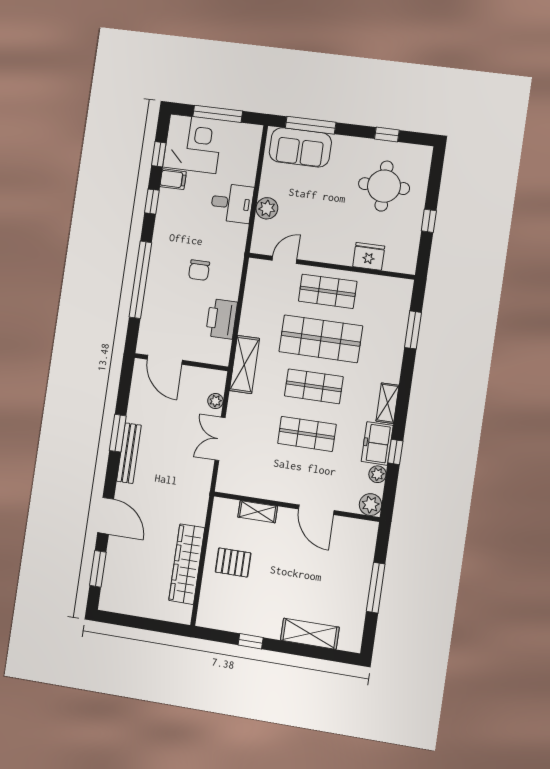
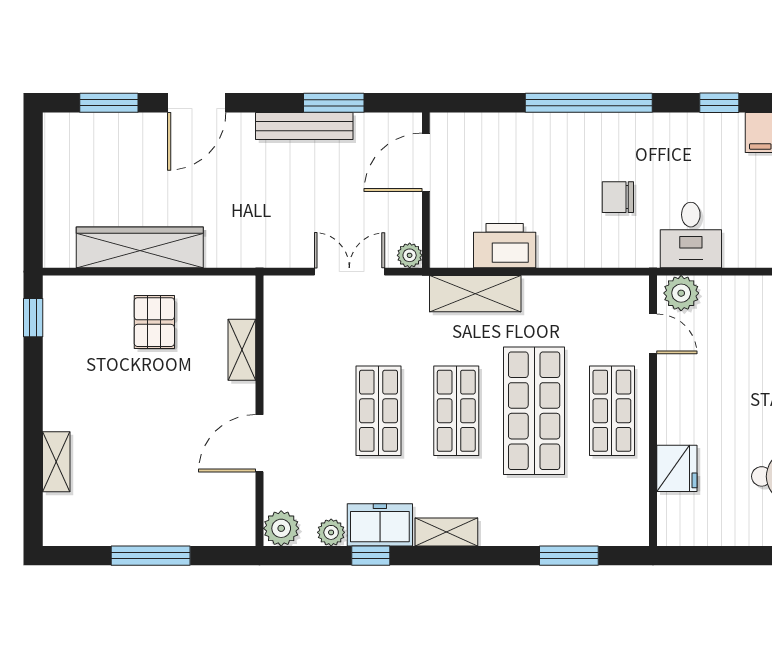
desk: (232, 203) -> (691, 235), moved
plant: (267, 208) -> (681, 293), moved
window: (429, 221) -> (746, 556), removed
printer: (222, 319) -> (505, 246), moved
door: (165, 360) -> (426, 162), moved
wall: (181, 362) -> (426, 190), moved
shelving: (310, 634) -> (56, 462), width x0.67, depth x0.75
window: (251, 641) -> (33, 318), moved

